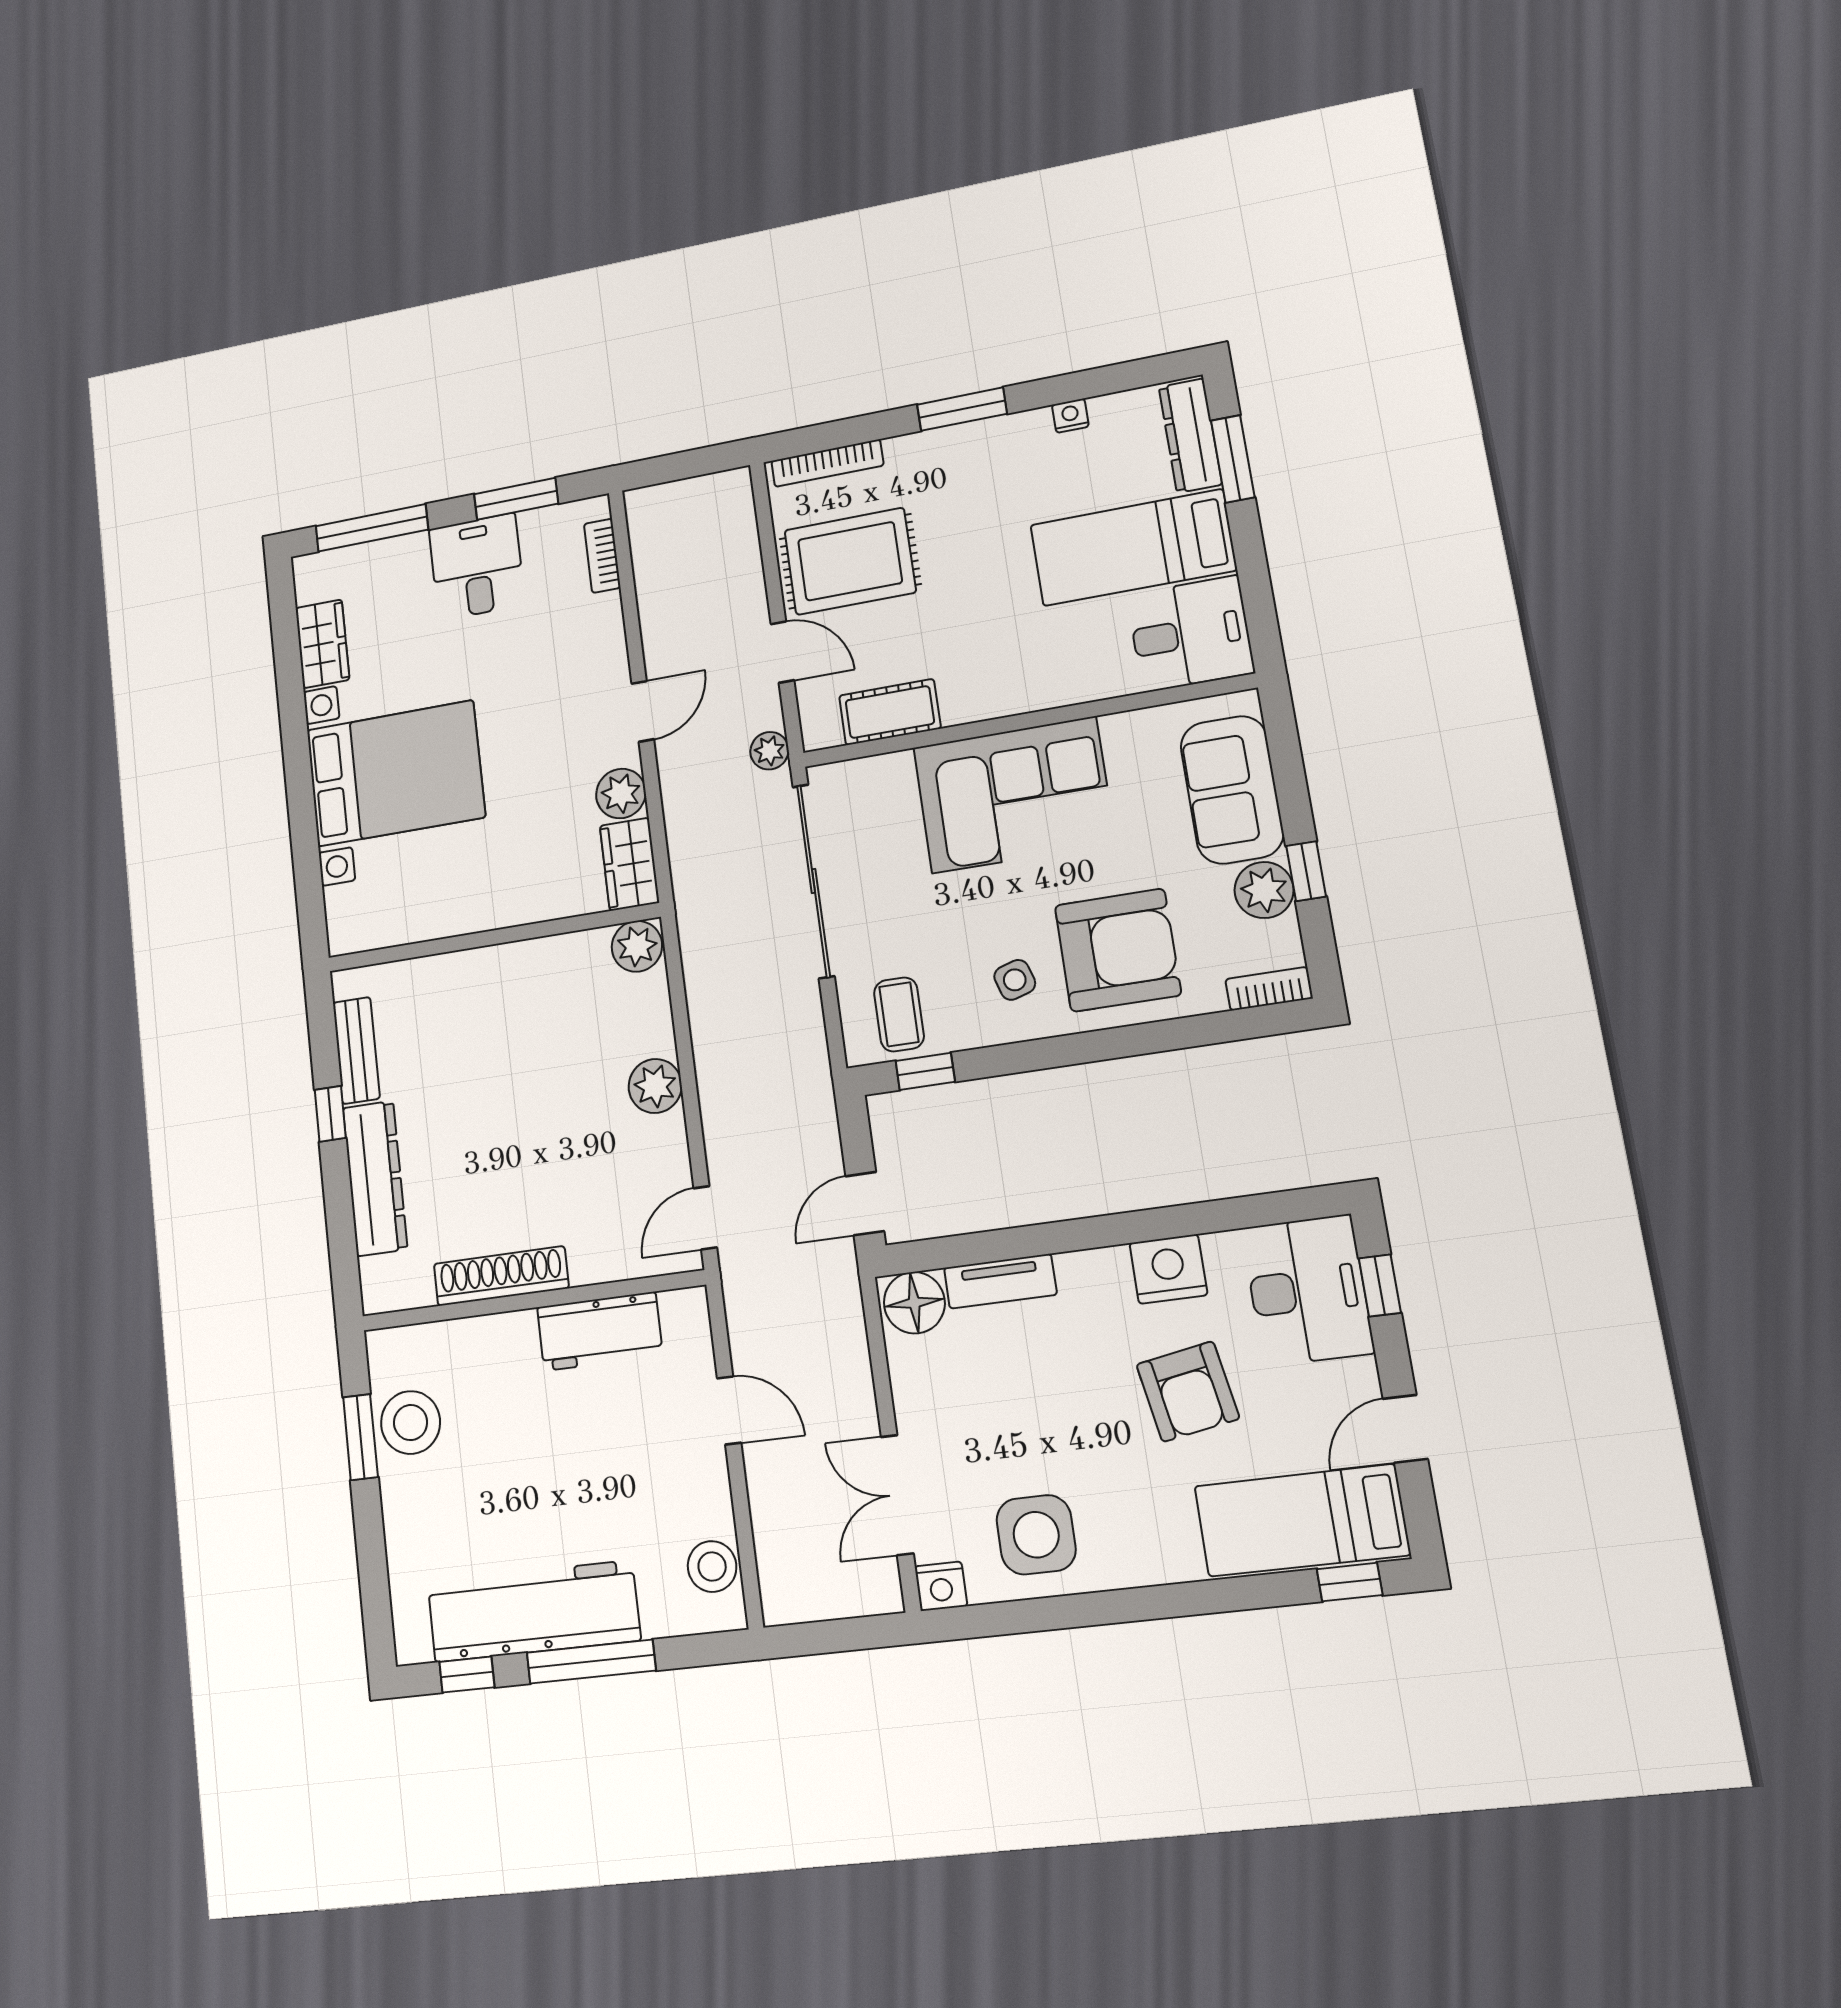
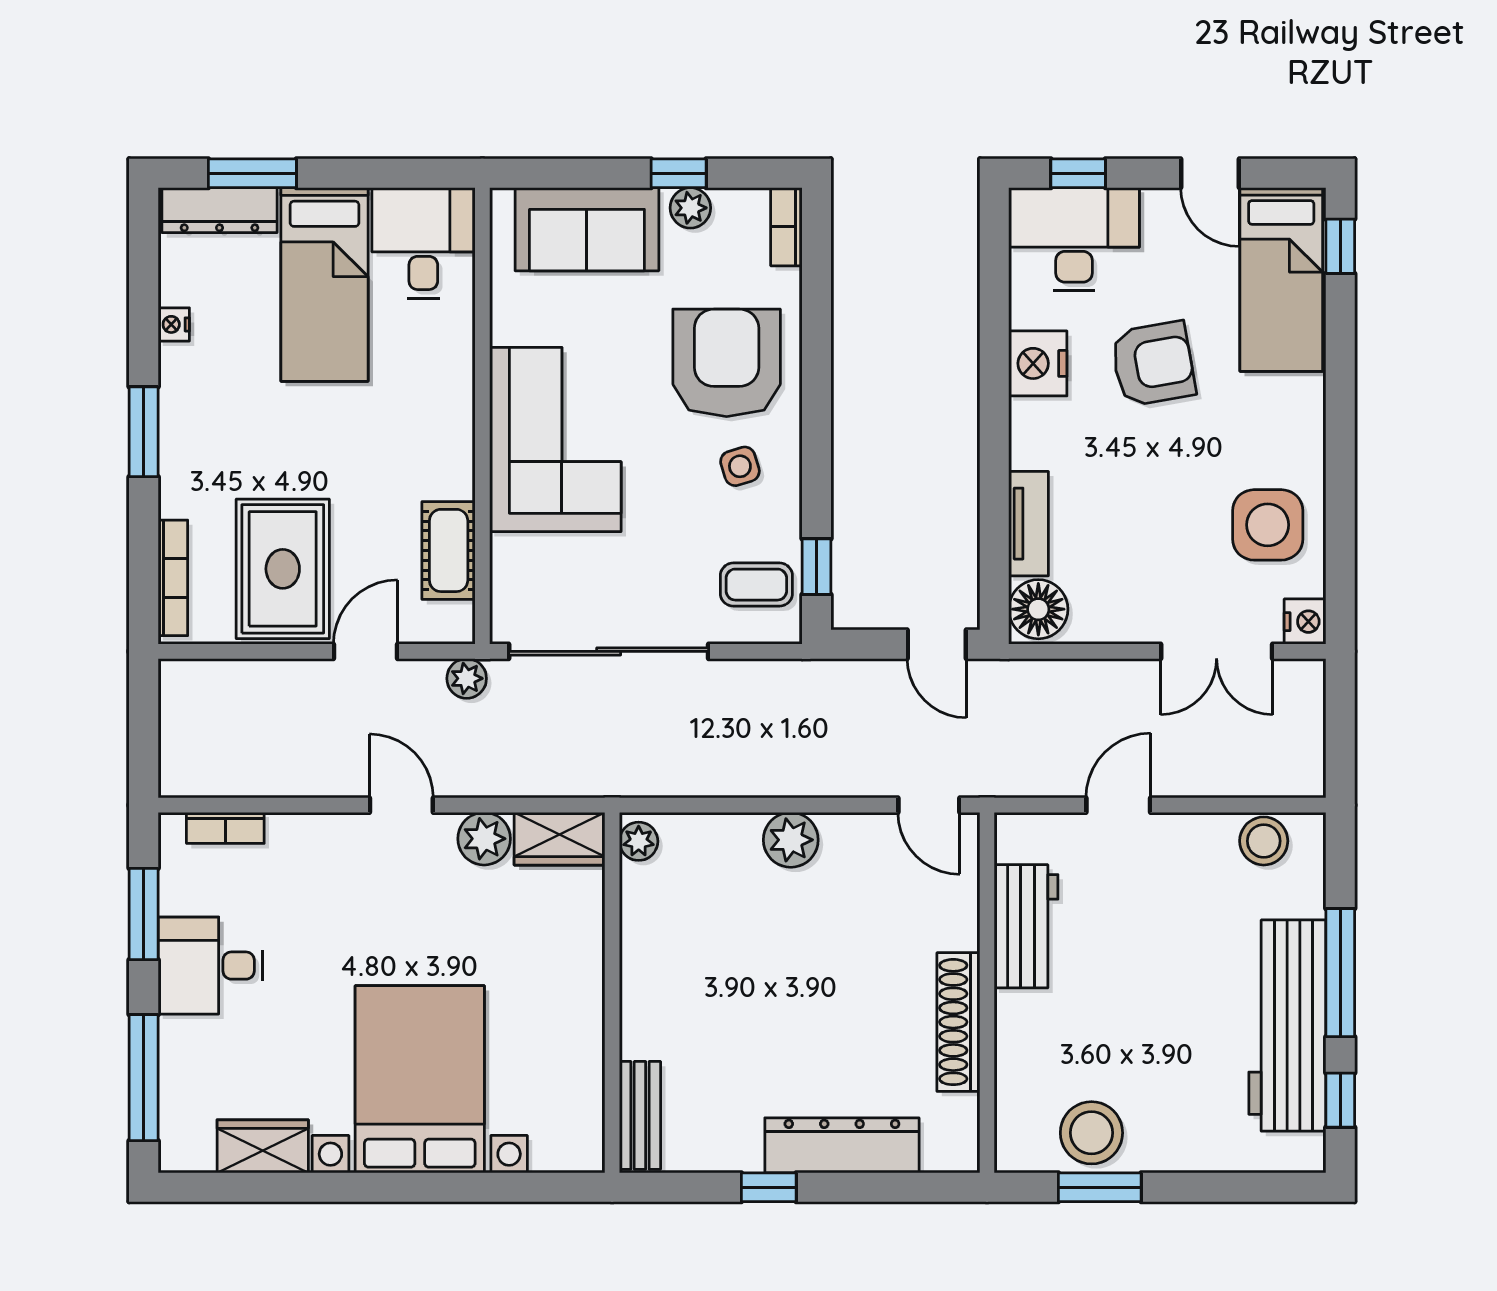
plant: (1264, 890) -> (690, 208), width x0.73, depth x0.73
plant: (637, 946) -> (639, 841), width x0.73, depth x0.73
bench: (356, 1050) -> (640, 1115), moved, turned 90

